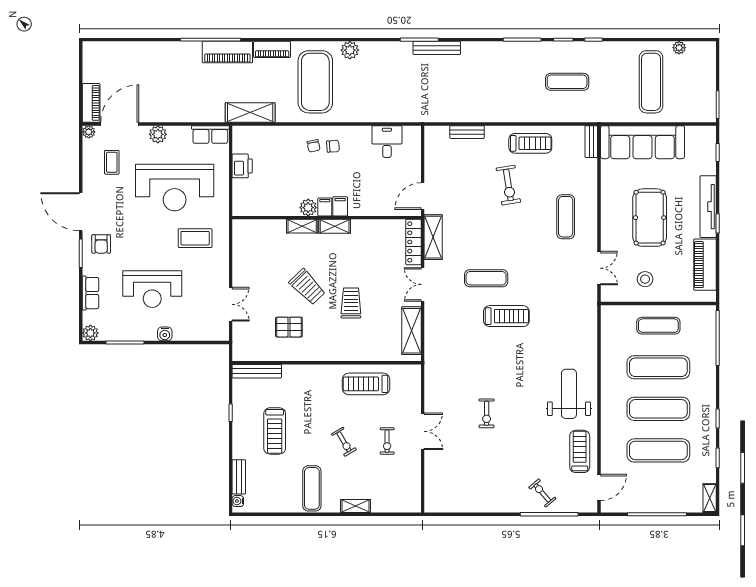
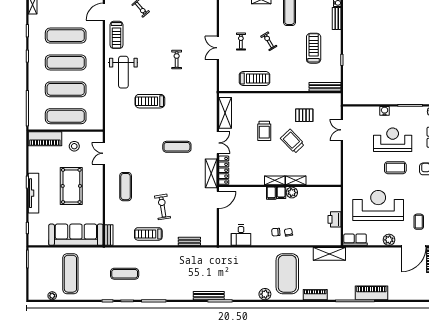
piano: (227, 52) -> (371, 293), moved
coffee table: (195, 238) -> (395, 168), moved
piano: (705, 265) -> (45, 139), moved, turned 90
treadmill: (506, 316) -> (150, 101), moved
exercise mat: (658, 326) -> (66, 116), width x1.36, depth x1.45

